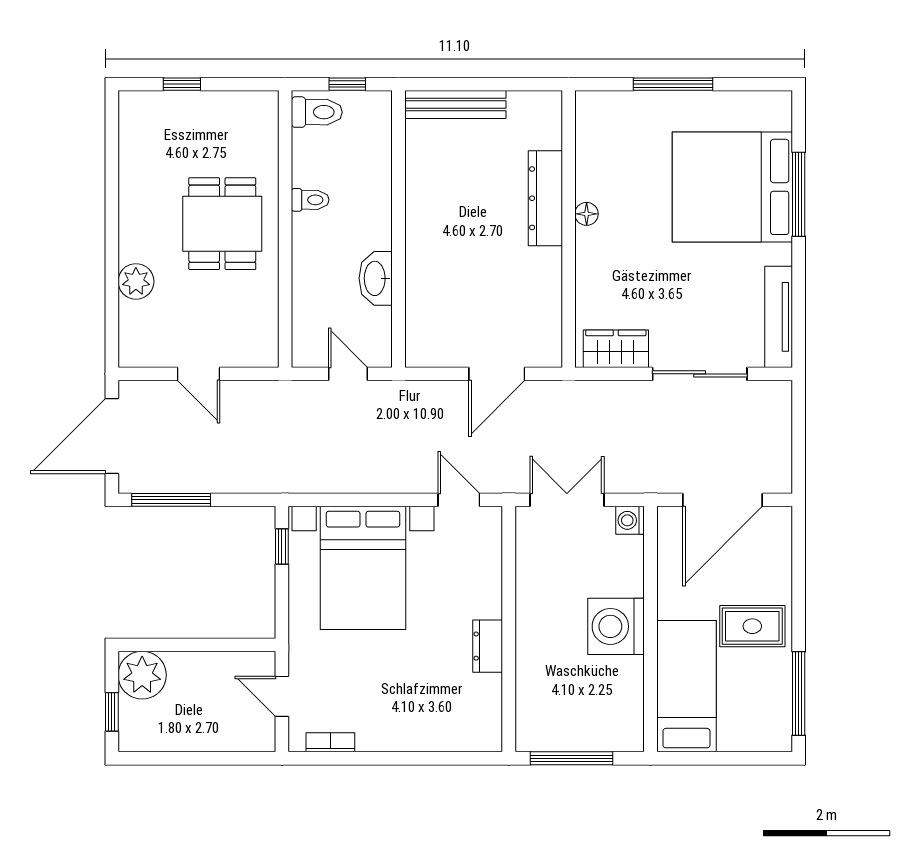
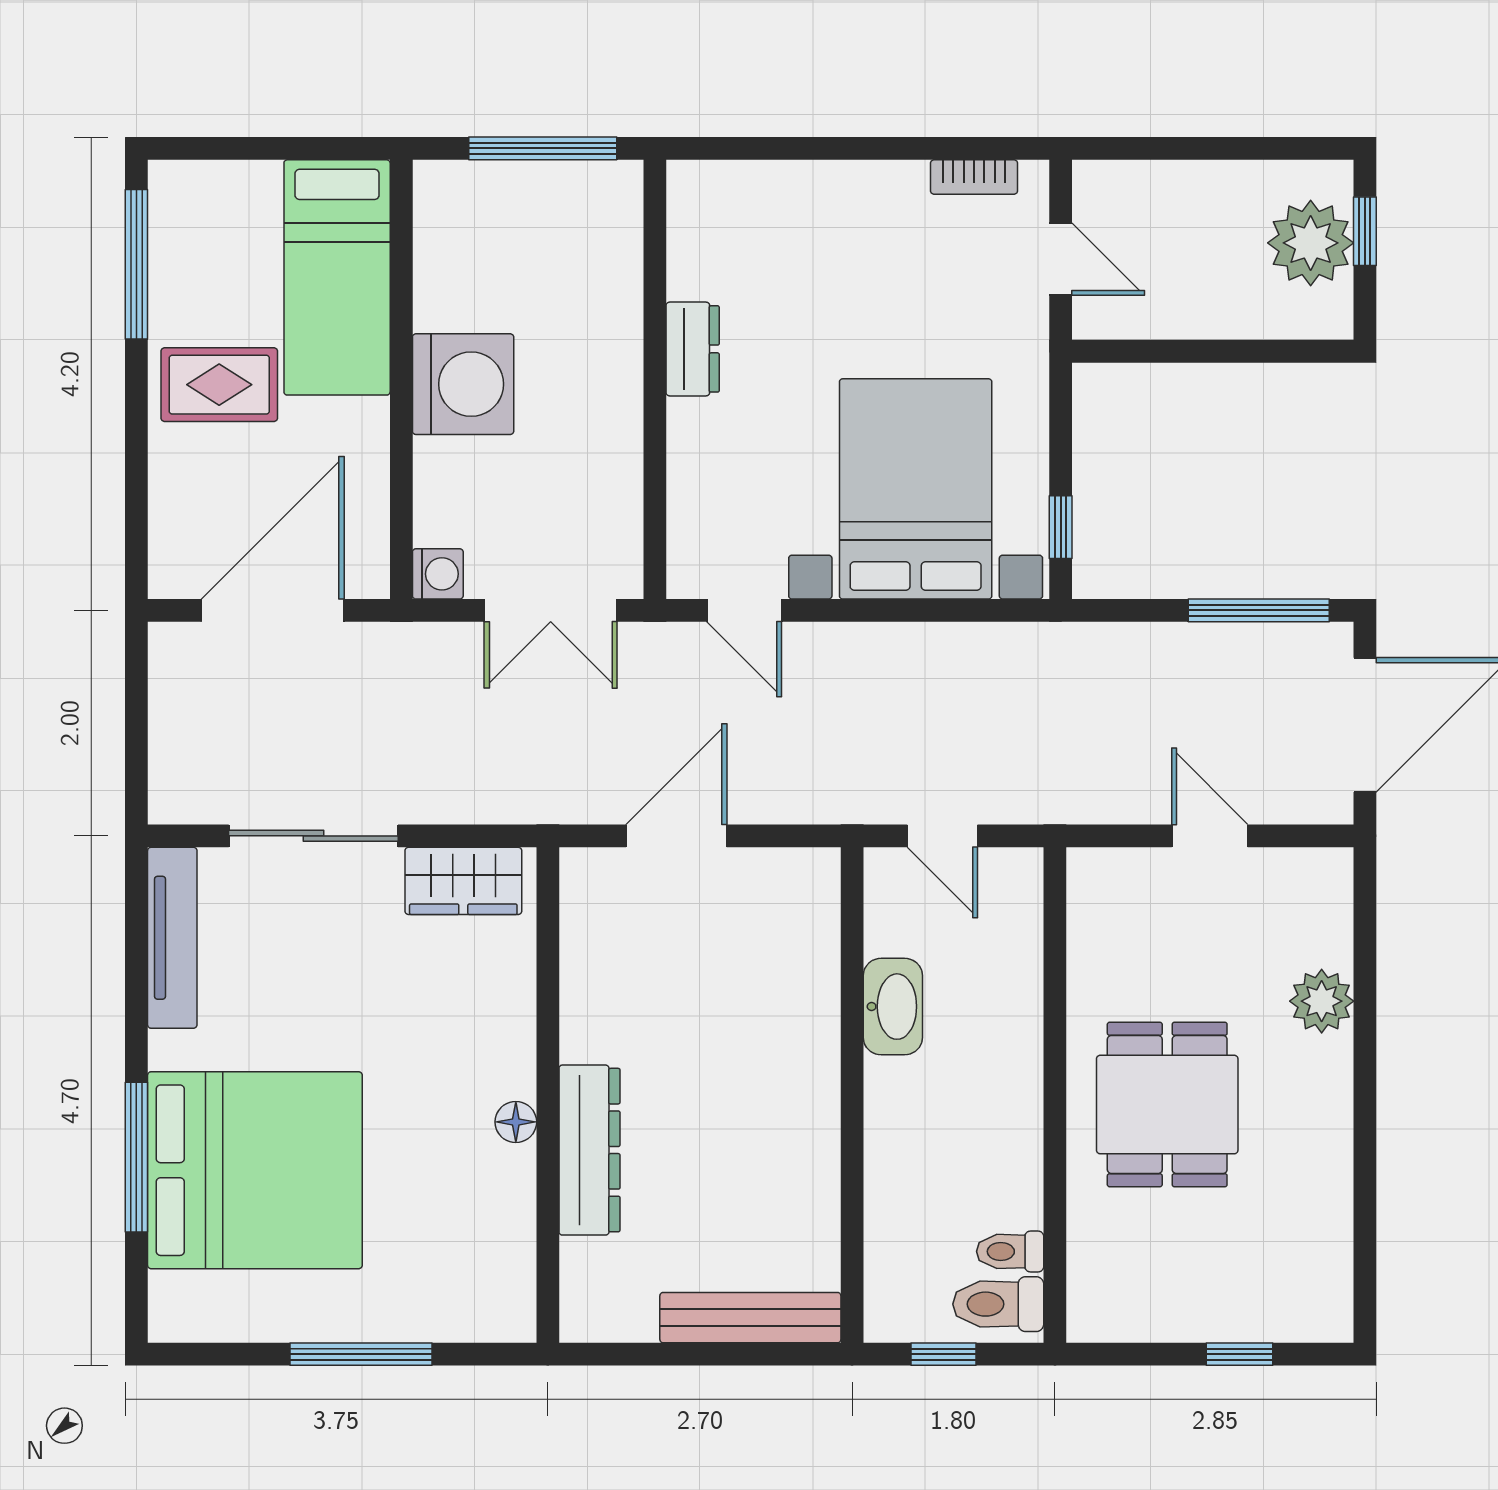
toilet: (310, 200) -> (1010, 1251), moved
plant: (142, 675) -> (1311, 243), moved

